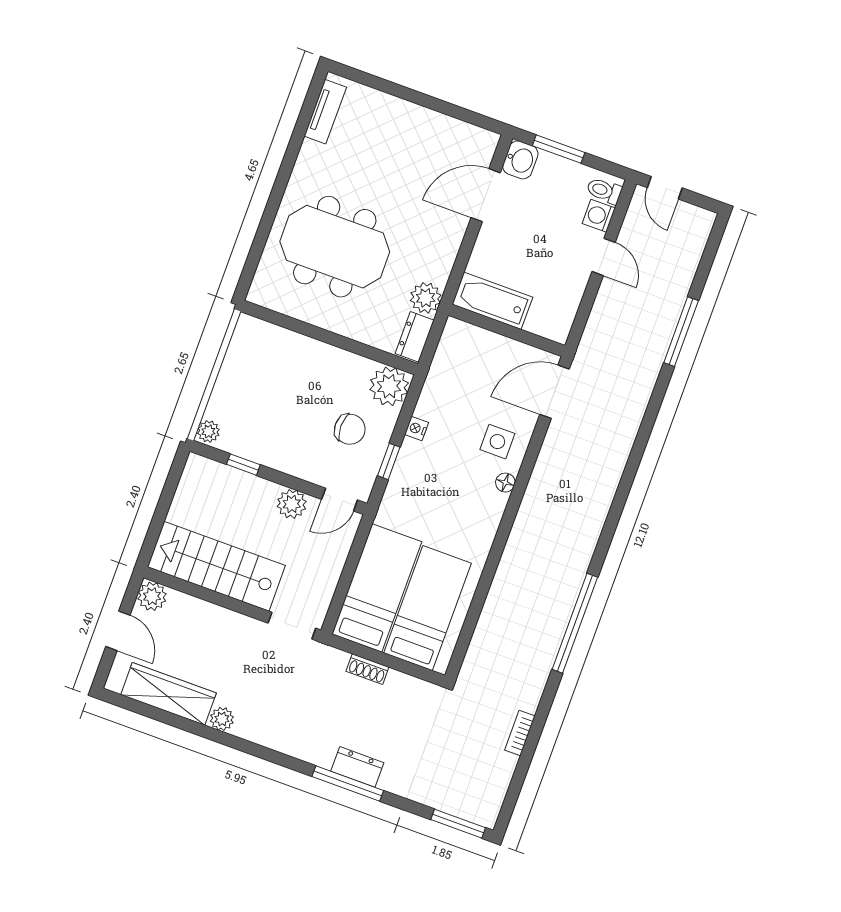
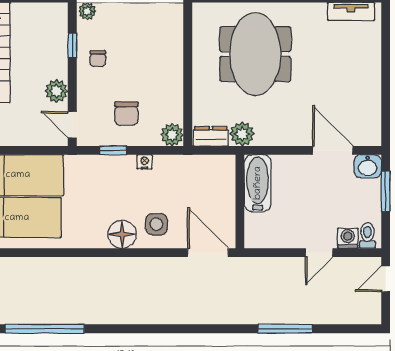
plant: (389, 386) -> (172, 135), width x0.73, depth x0.73
chair: (271, 440) -> (98, 59), added
floor lamp: (505, 483) -> (122, 234), width x1.89, depth x1.89

